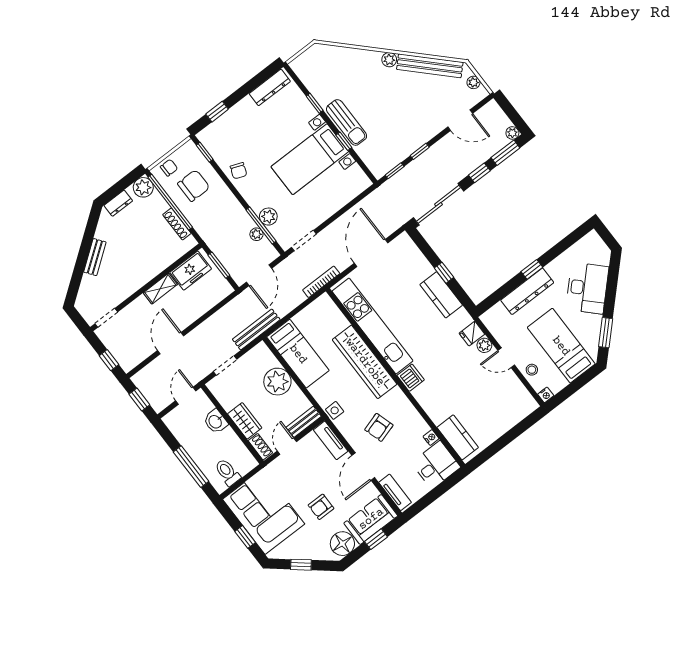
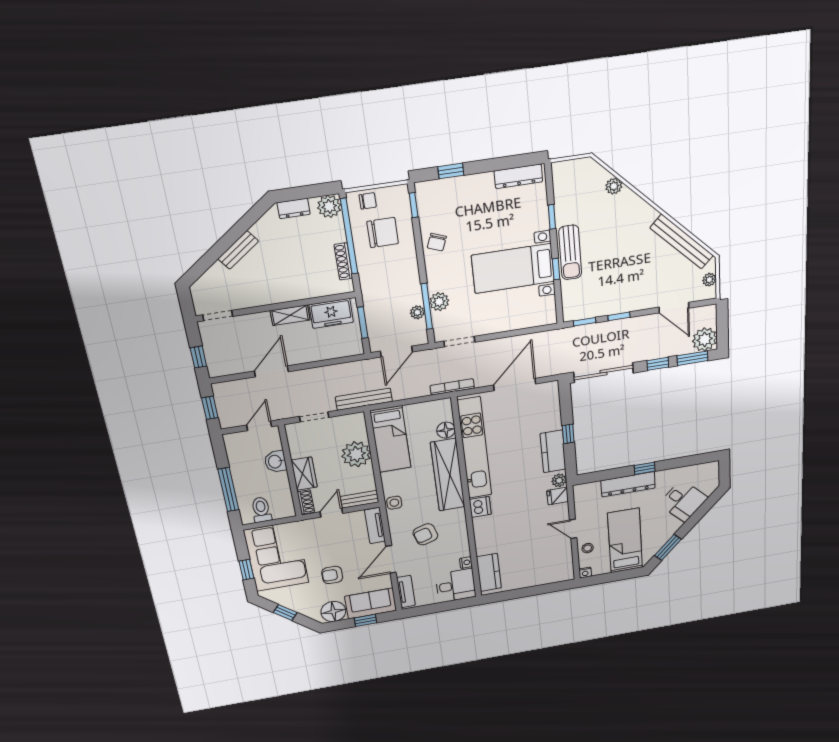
plant: (389, 60) -> (614, 186), moved
plant: (512, 133) -> (705, 339), width x1.88, depth x1.88
desk: (587, 288) -> (683, 501), width x0.73
floor lamp: (339, 322) -> (446, 430), added
plant: (484, 345) -> (559, 480), moved

